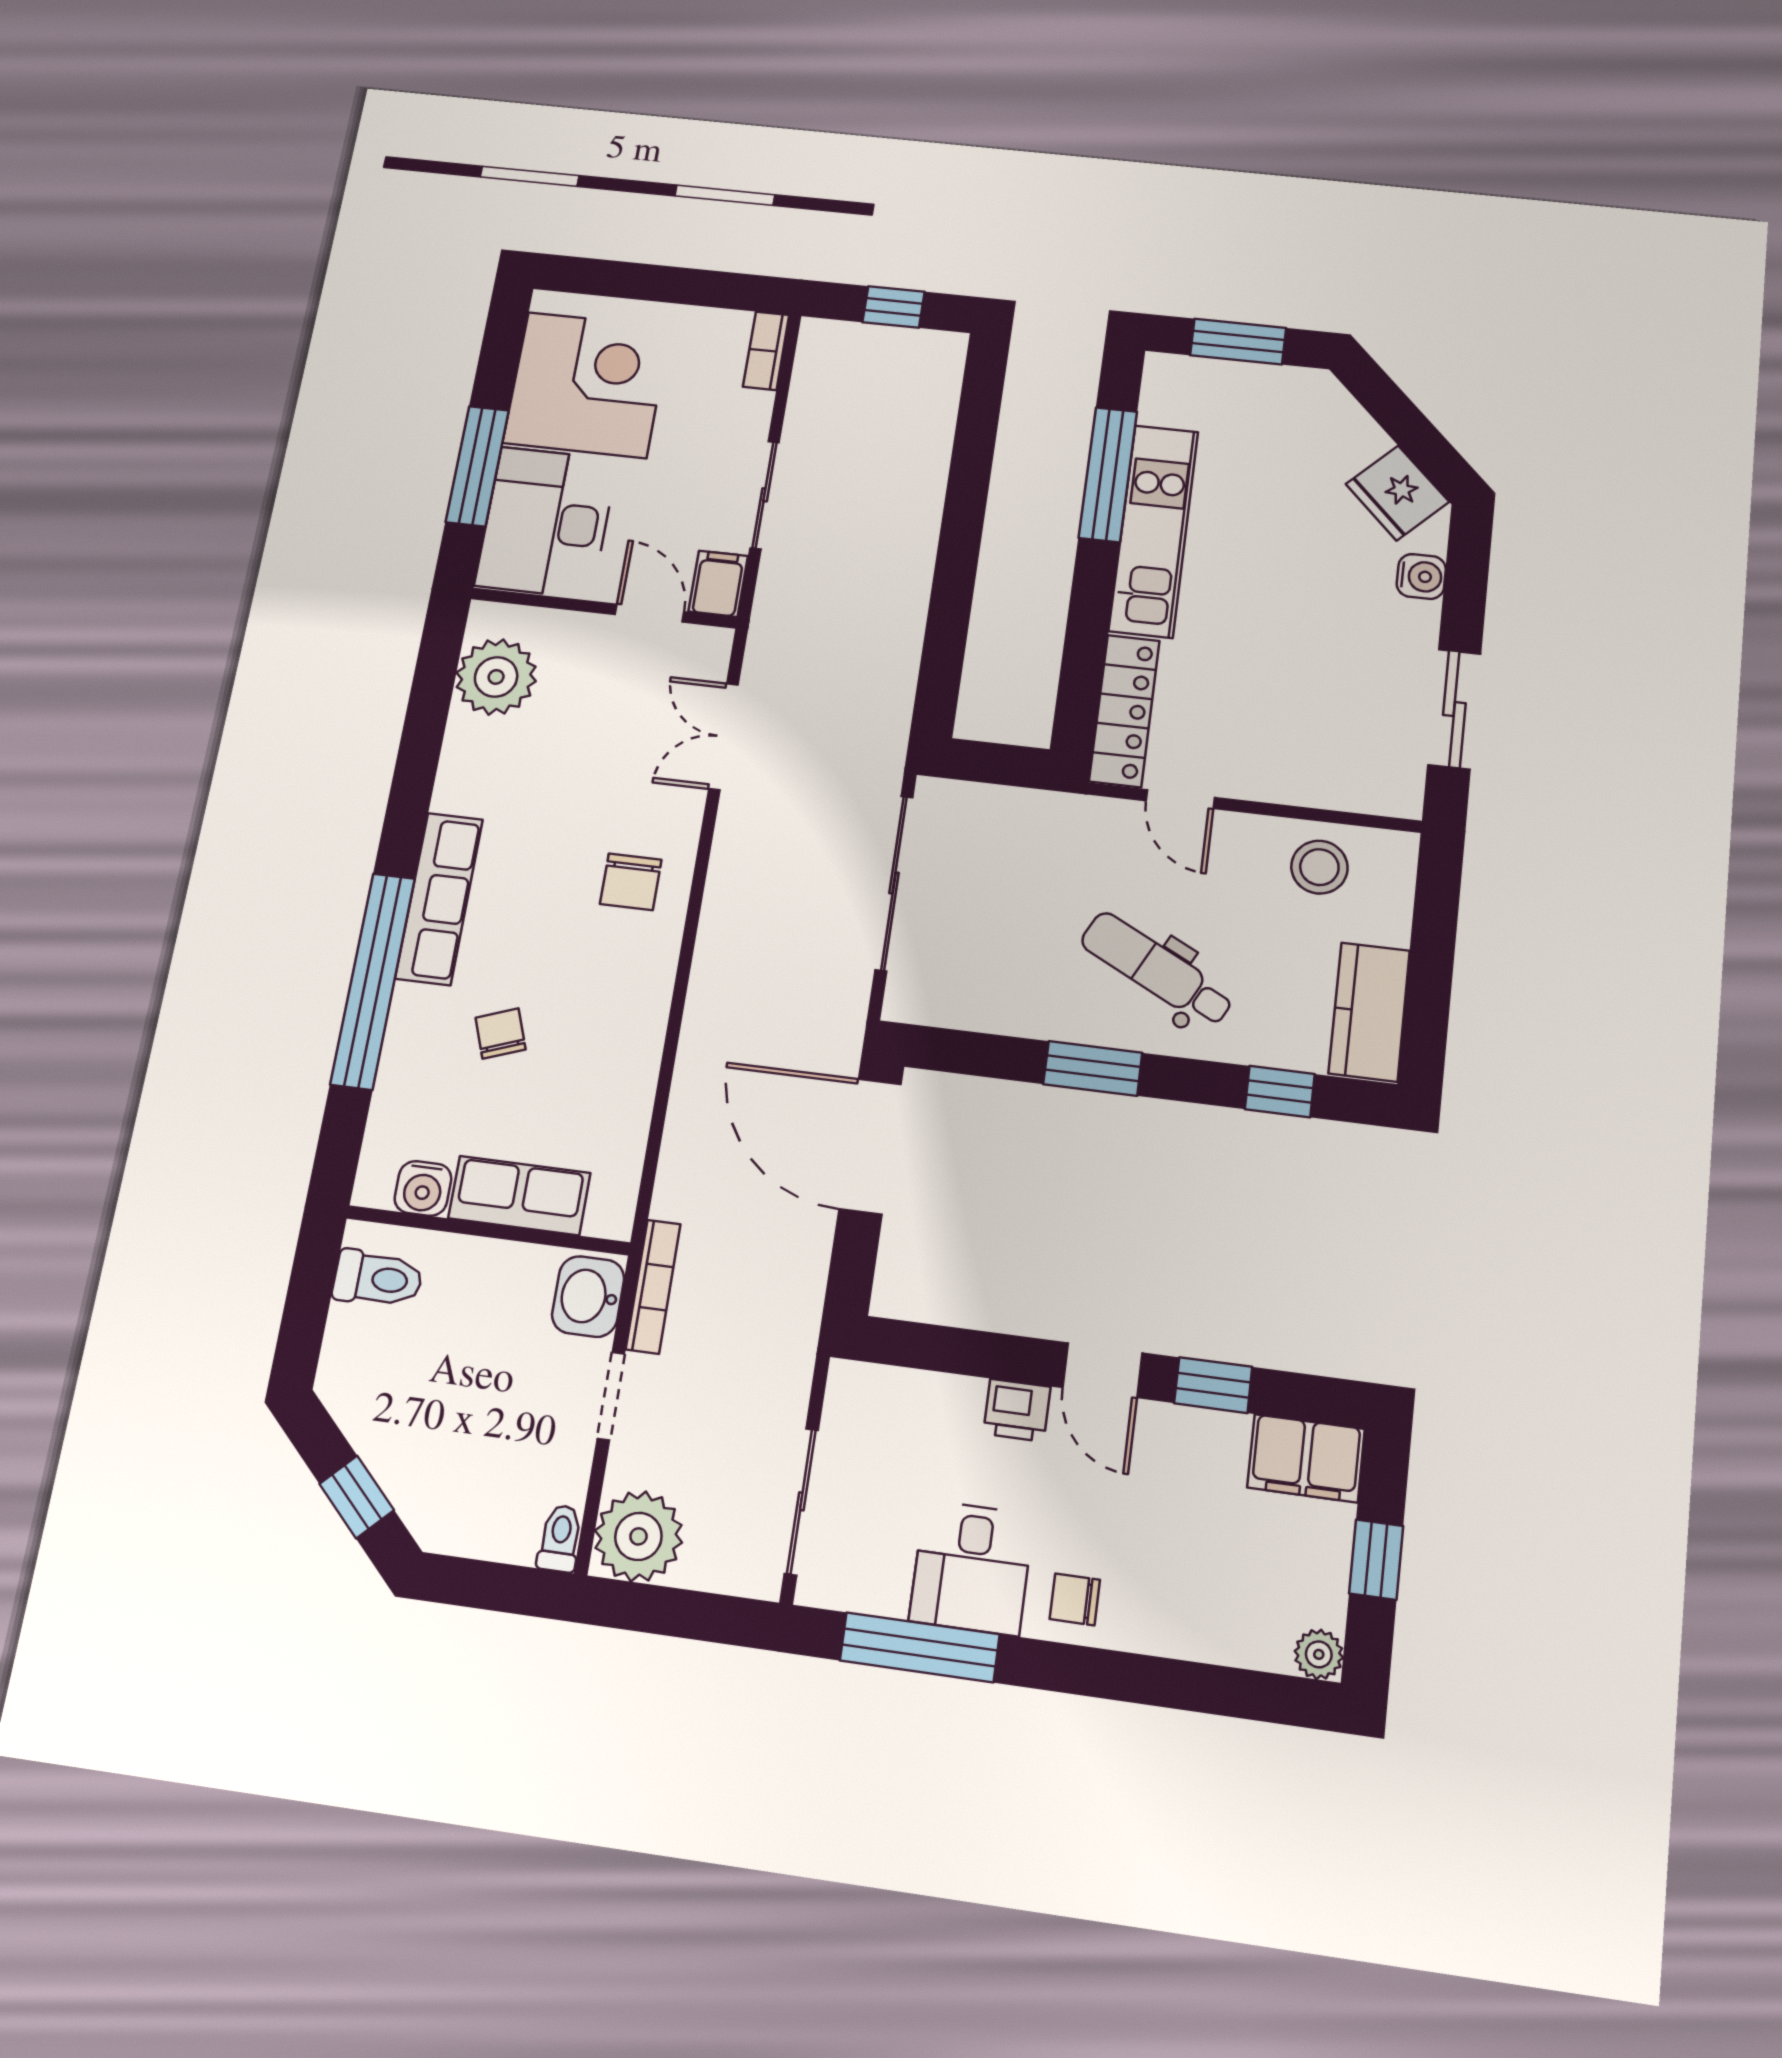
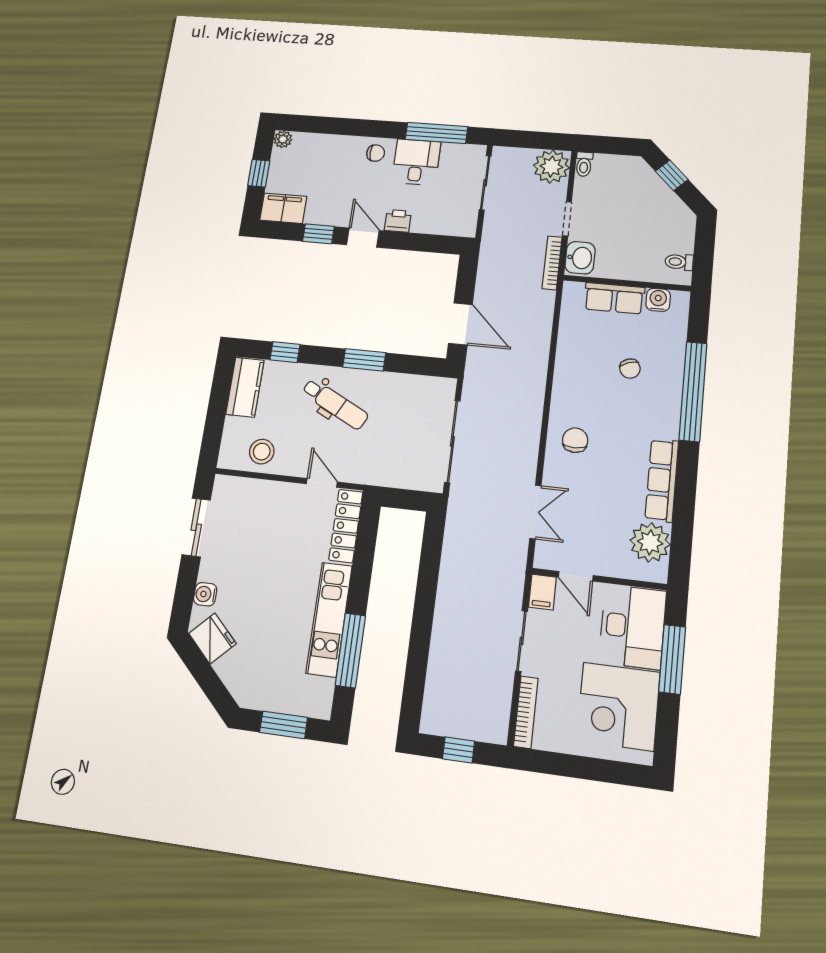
bookcase: (766, 351) -> (526, 712), width x1.56
row of seats: (439, 899) -> (662, 480), moved
door: (870, 1146) -> (460, 324), width x0.73
toilet: (378, 1279) -> (679, 262), width x0.73, depth x0.72

